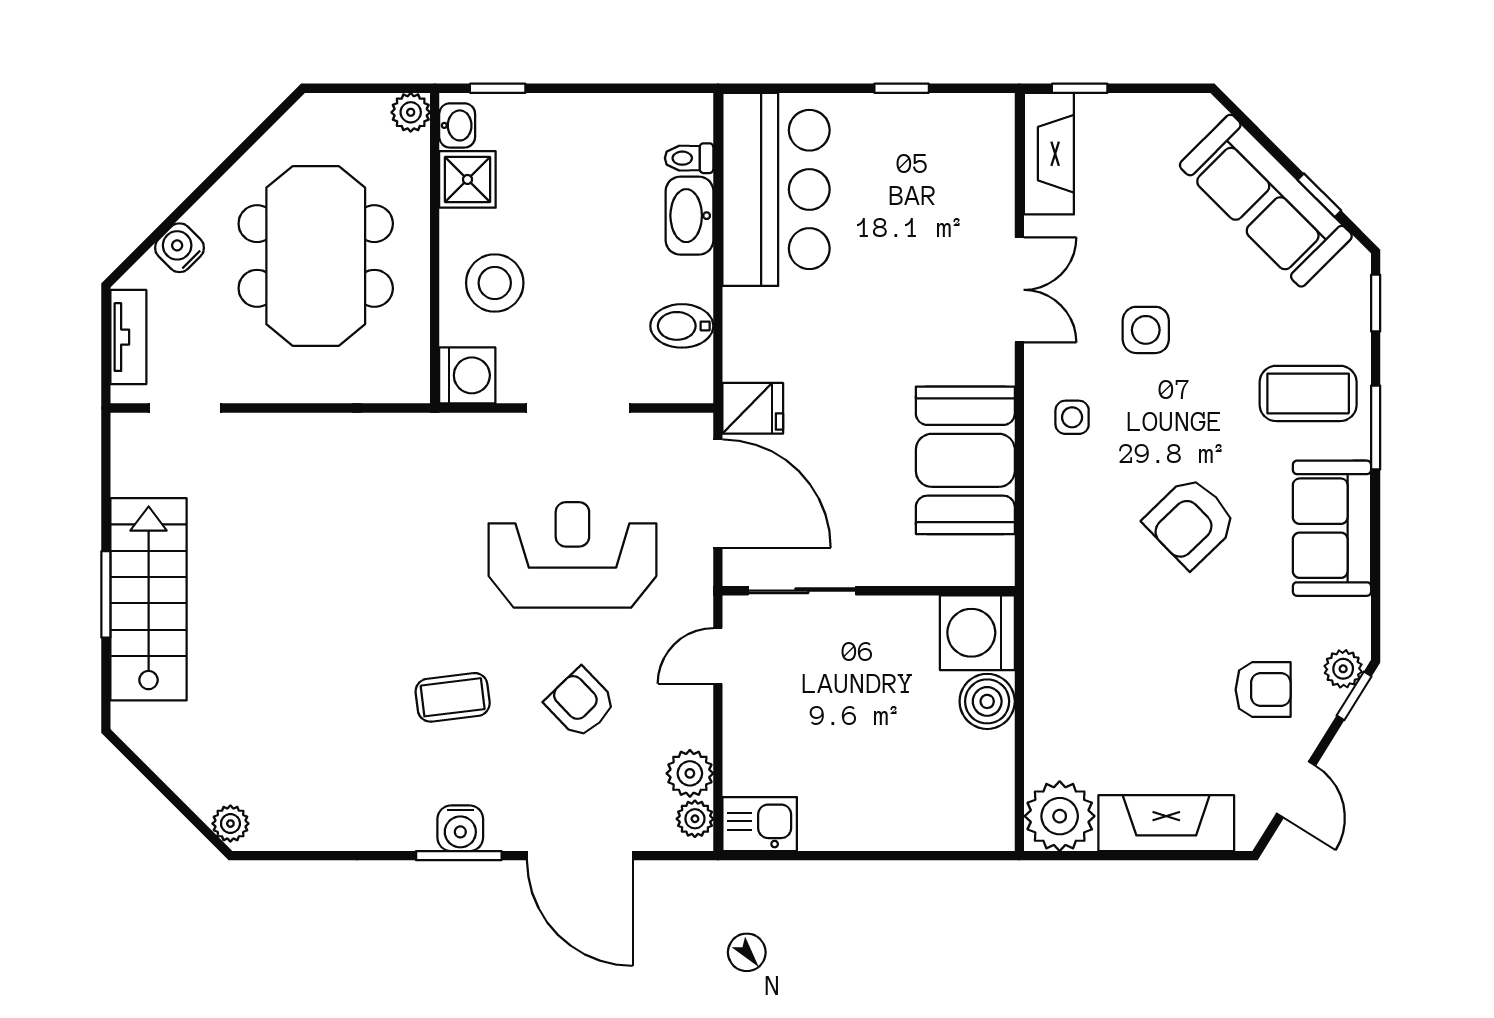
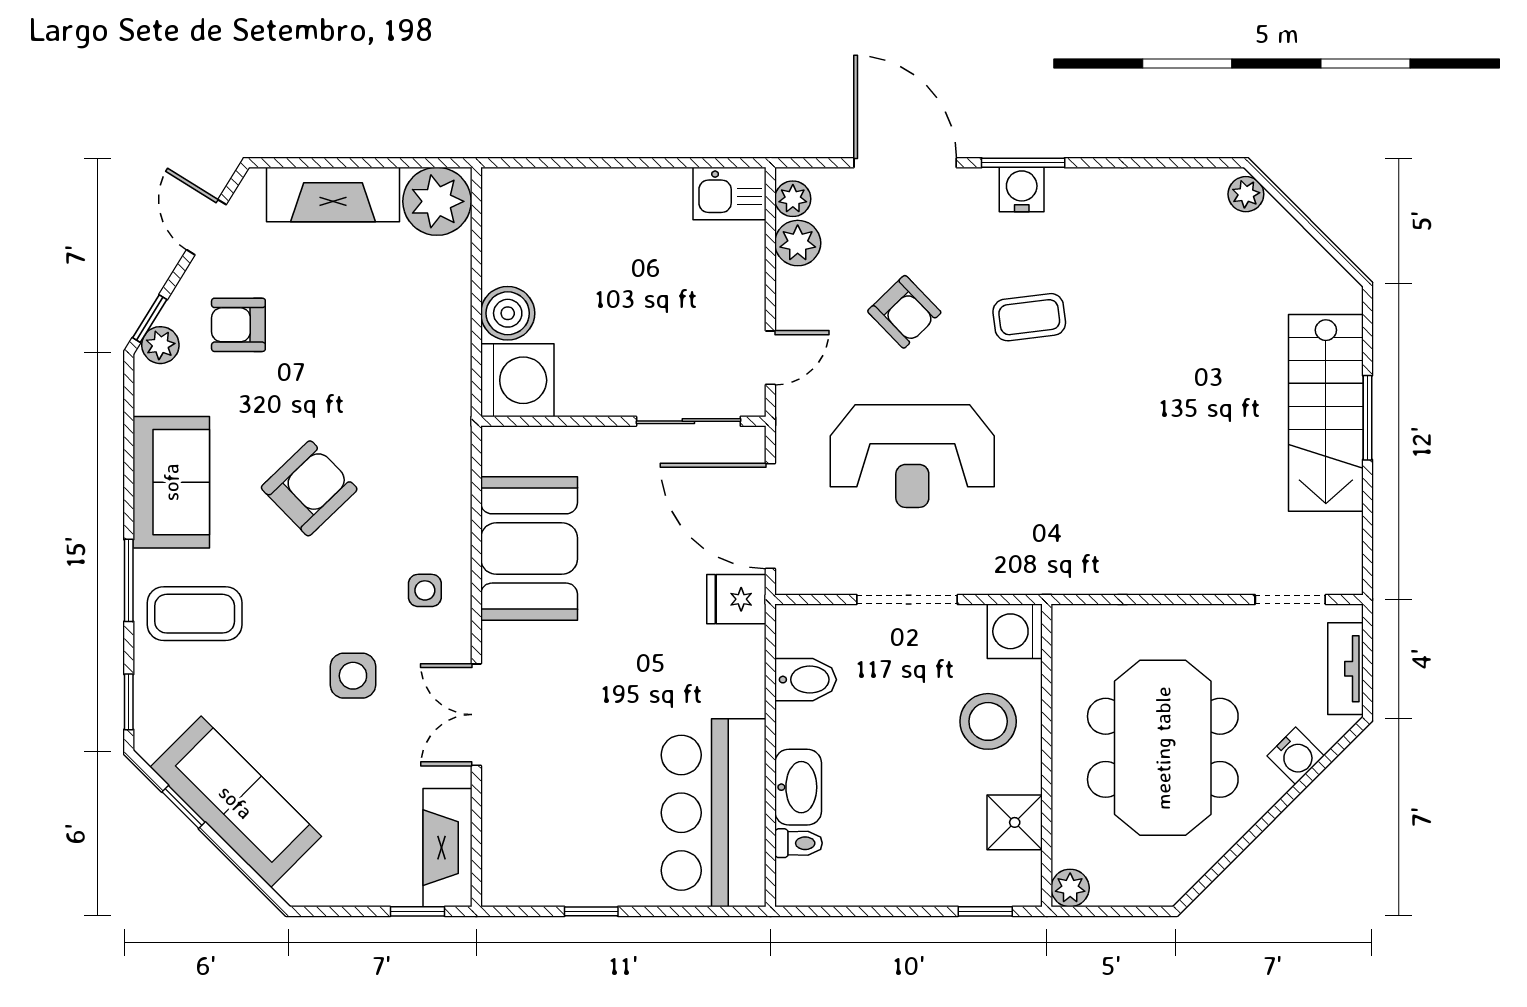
washbasin: (457, 125) -> (1025, 875), removed

